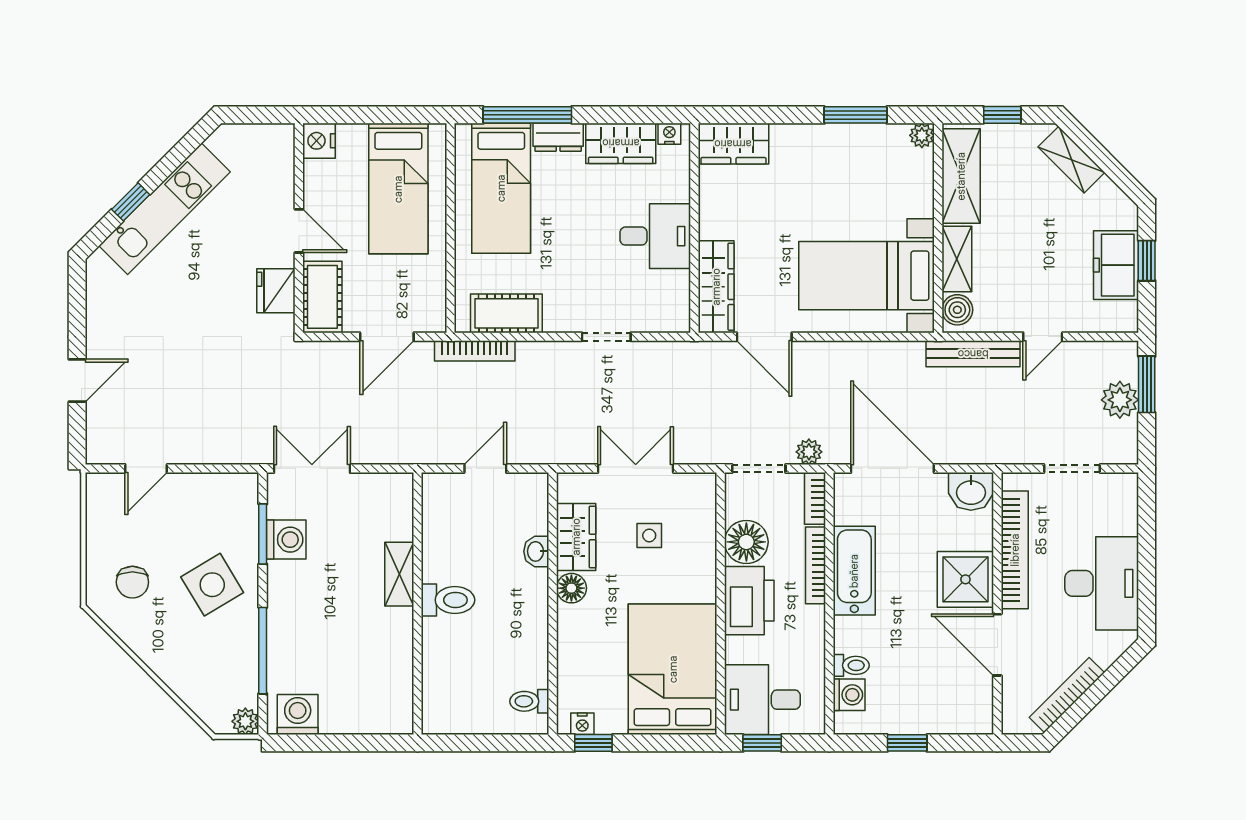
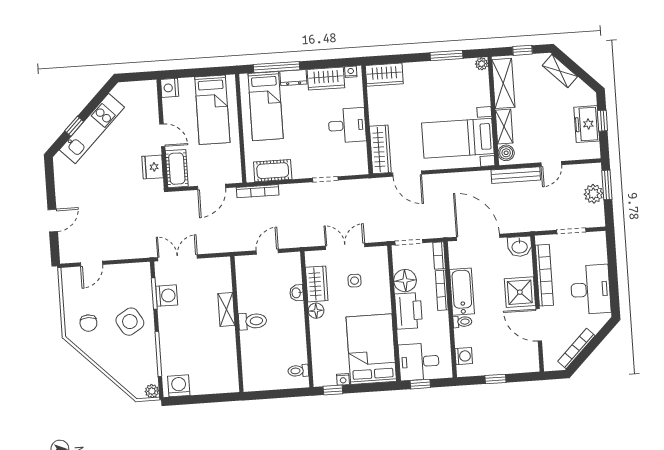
plant: (809, 452) -> (434, 232), removed
toilet: (851, 665) -> (462, 322), moved
nightstand: (582, 724) -> (343, 379), moved

